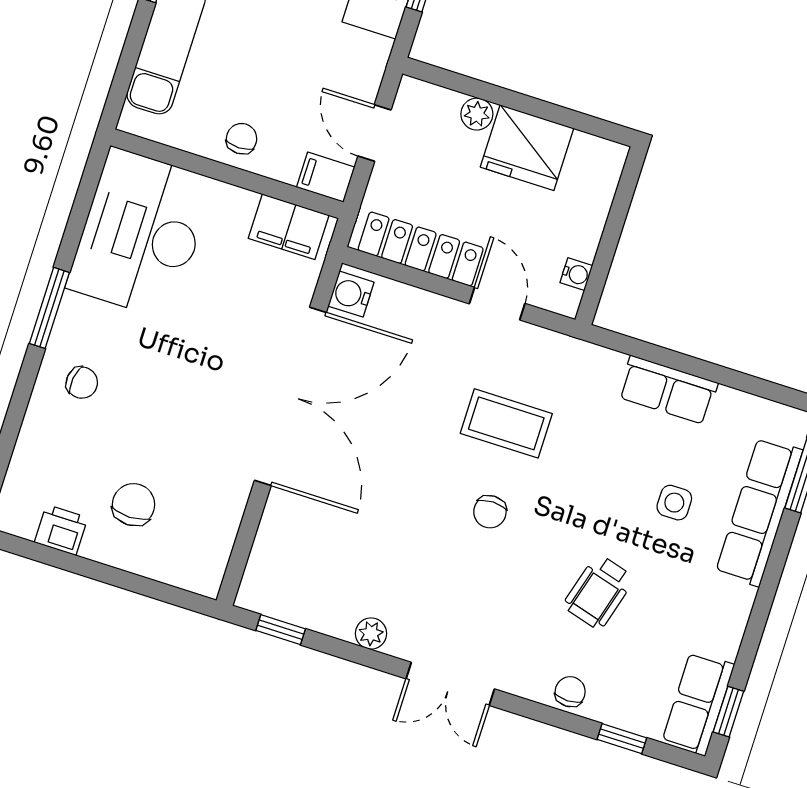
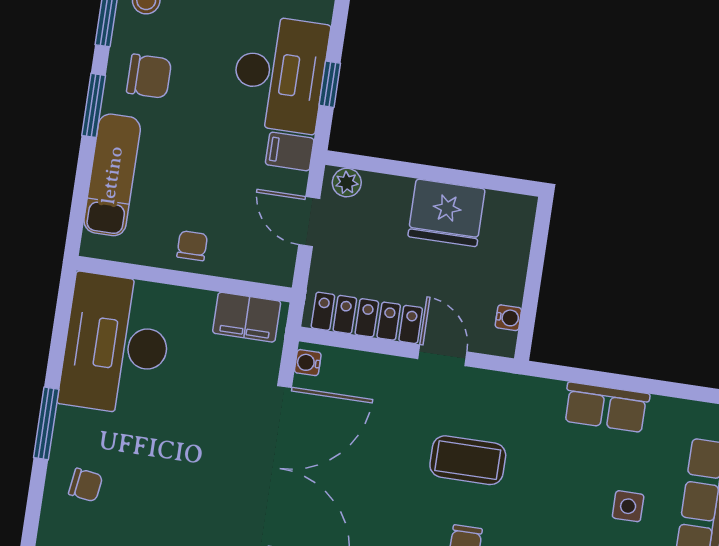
plant: (477, 114) -> (347, 183), moved
filing cabinet: (326, 177) -> (290, 151), moved
water cooler: (351, 294) -> (308, 363), width x0.72, depth x0.72

